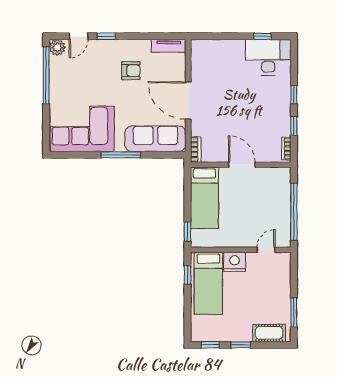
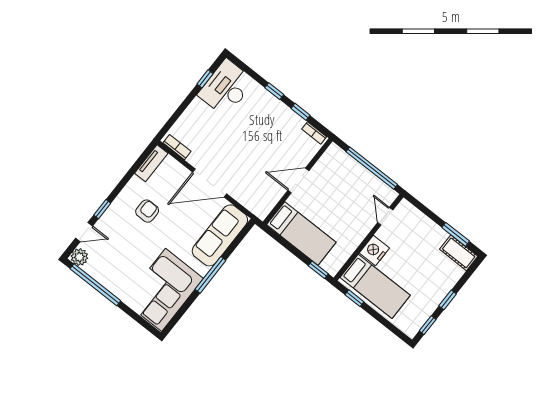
door: (79, 36) -> (84, 232), hinge flipped
bookcase: (196, 150) -> (177, 147), moved
cot: (269, 333) -> (459, 253), moved, turned 90

